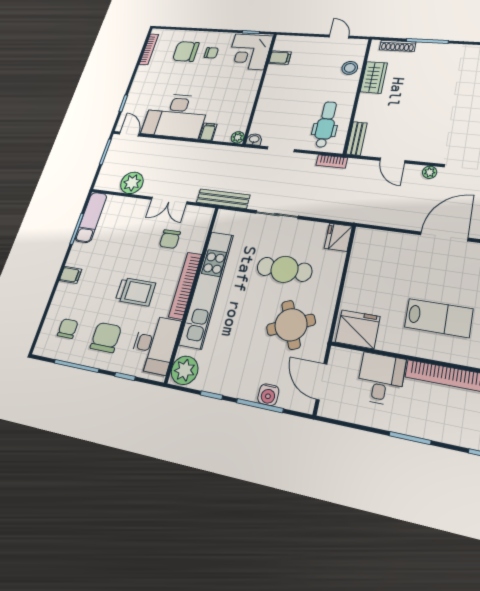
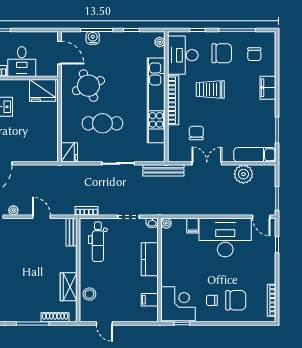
kitchen counter: (268, 100) -> (150, 259), added
exam couch: (91, 217) -> (255, 155), moved, turned 90
filing cabinet: (70, 275) -> (268, 88), width x2.00
chair: (106, 337) -> (222, 53), turned -90
plant: (185, 370) -> (160, 42), width x0.53, depth x0.53

